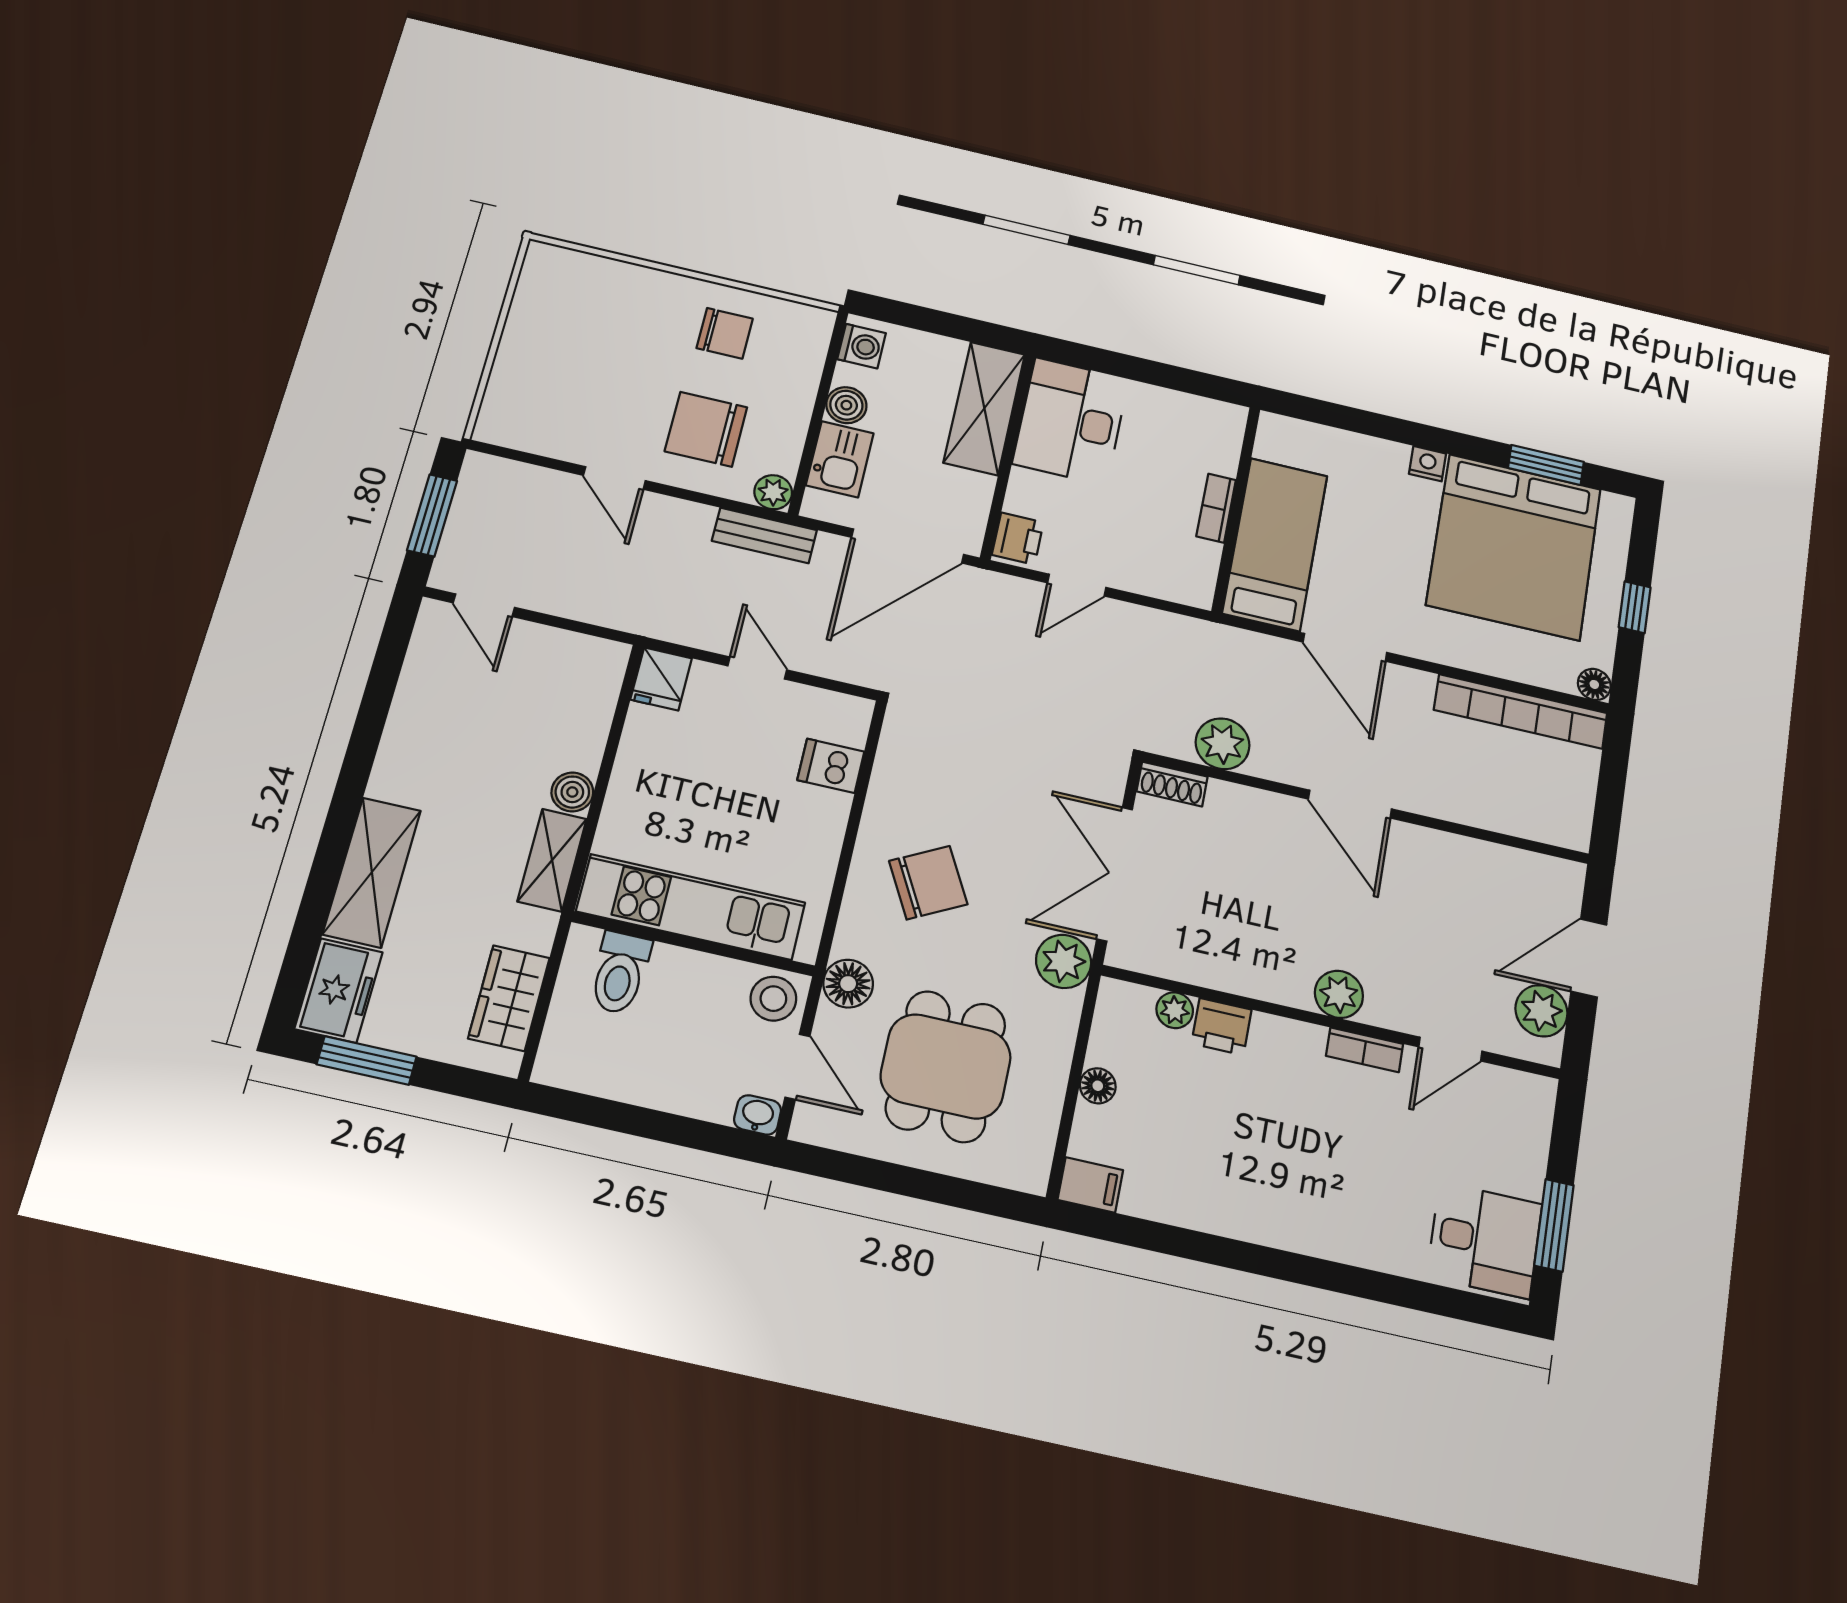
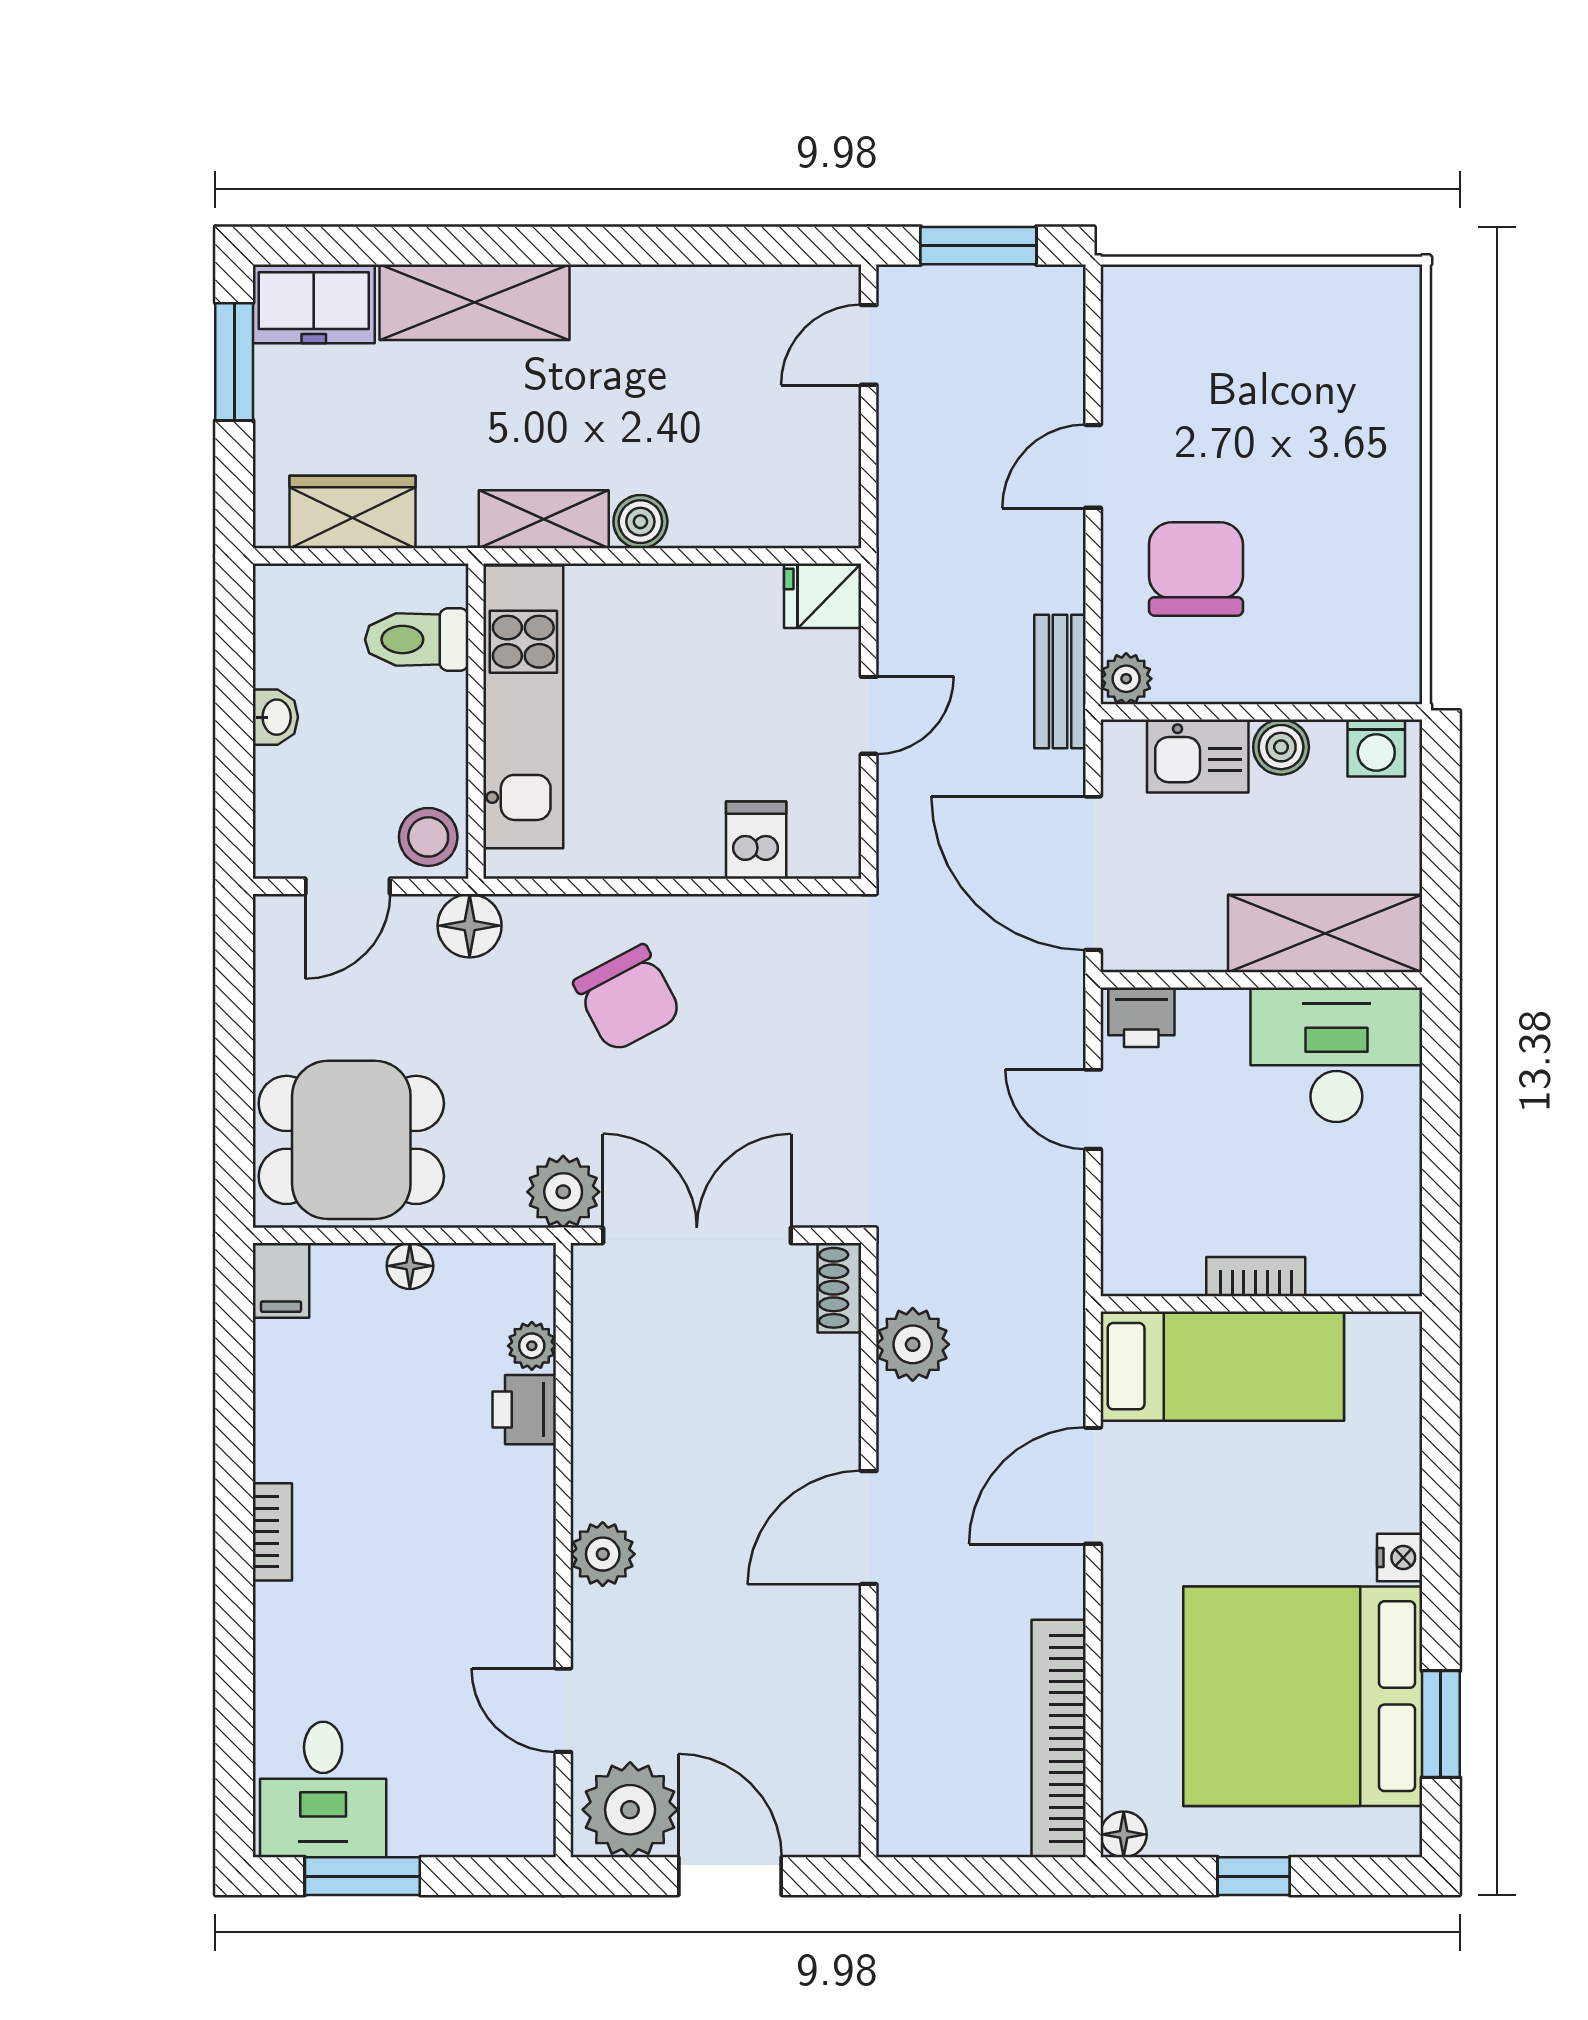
chair: (725, 333) -> (1347, 560), removed
plant: (1541, 1011) -> (630, 1810), width x1.36, depth x1.36
bookcase: (1365, 1050) -> (272, 1532), moved, turned 180
dining table: (946, 1066) -> (351, 1140), moved
washbasin: (758, 1115) -> (275, 717), moved

